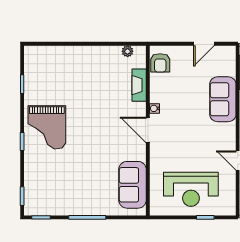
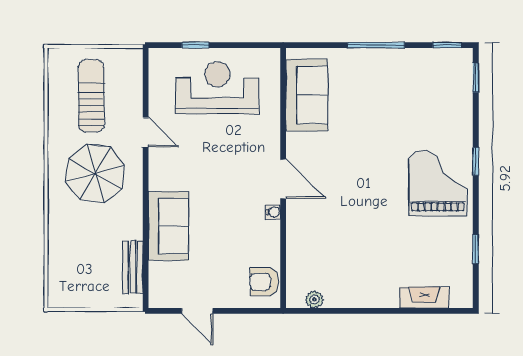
door: (204, 44) -> (197, 311), swing flipped
armchair: (160, 63) -> (264, 282), turned -90
fireplace: (139, 85) -> (424, 298), moved, turned -90

